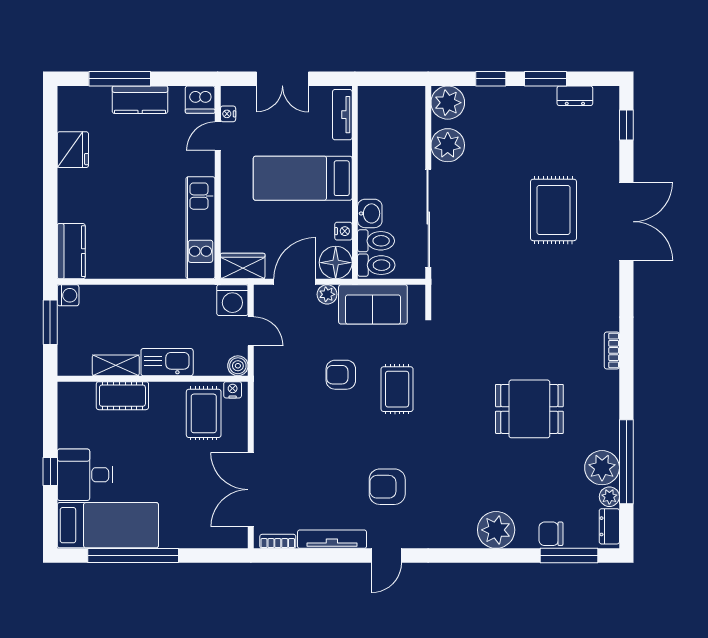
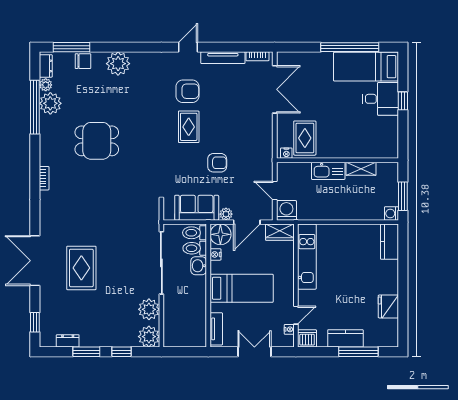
boiler: (238, 366) -> (283, 168), removed
rug: (397, 389) -> (189, 127), moved
cot: (122, 396) -> (357, 149), removed

